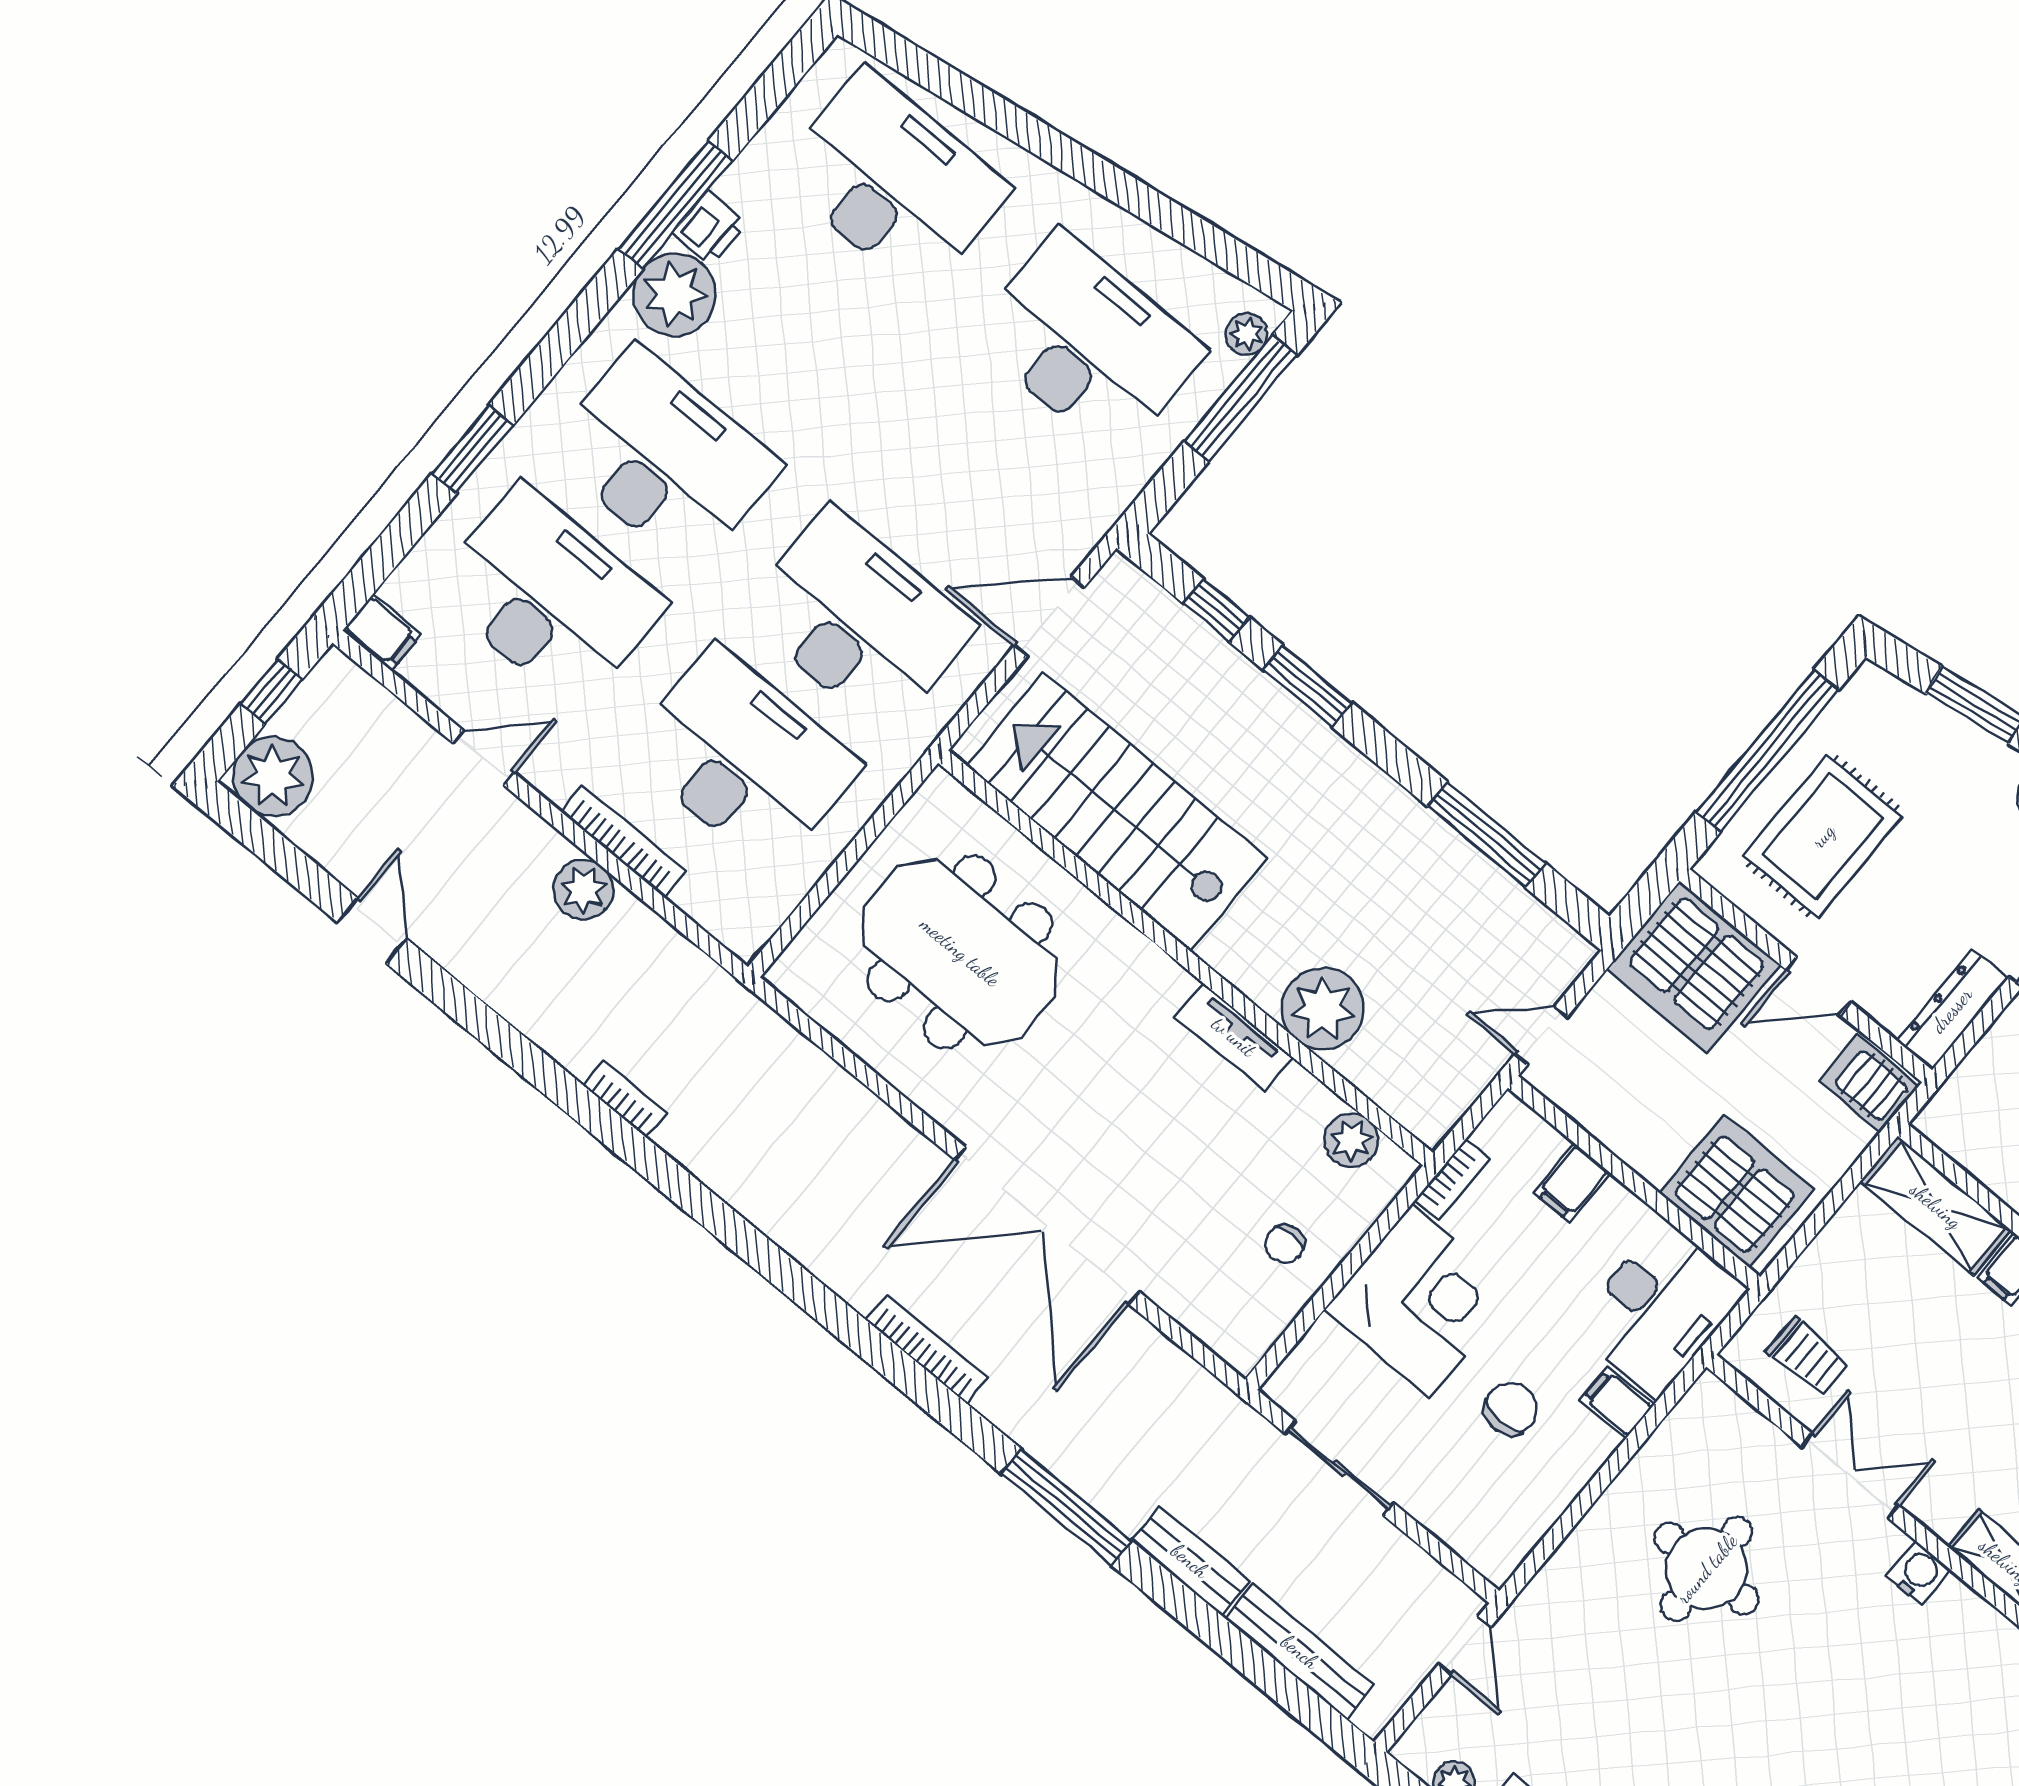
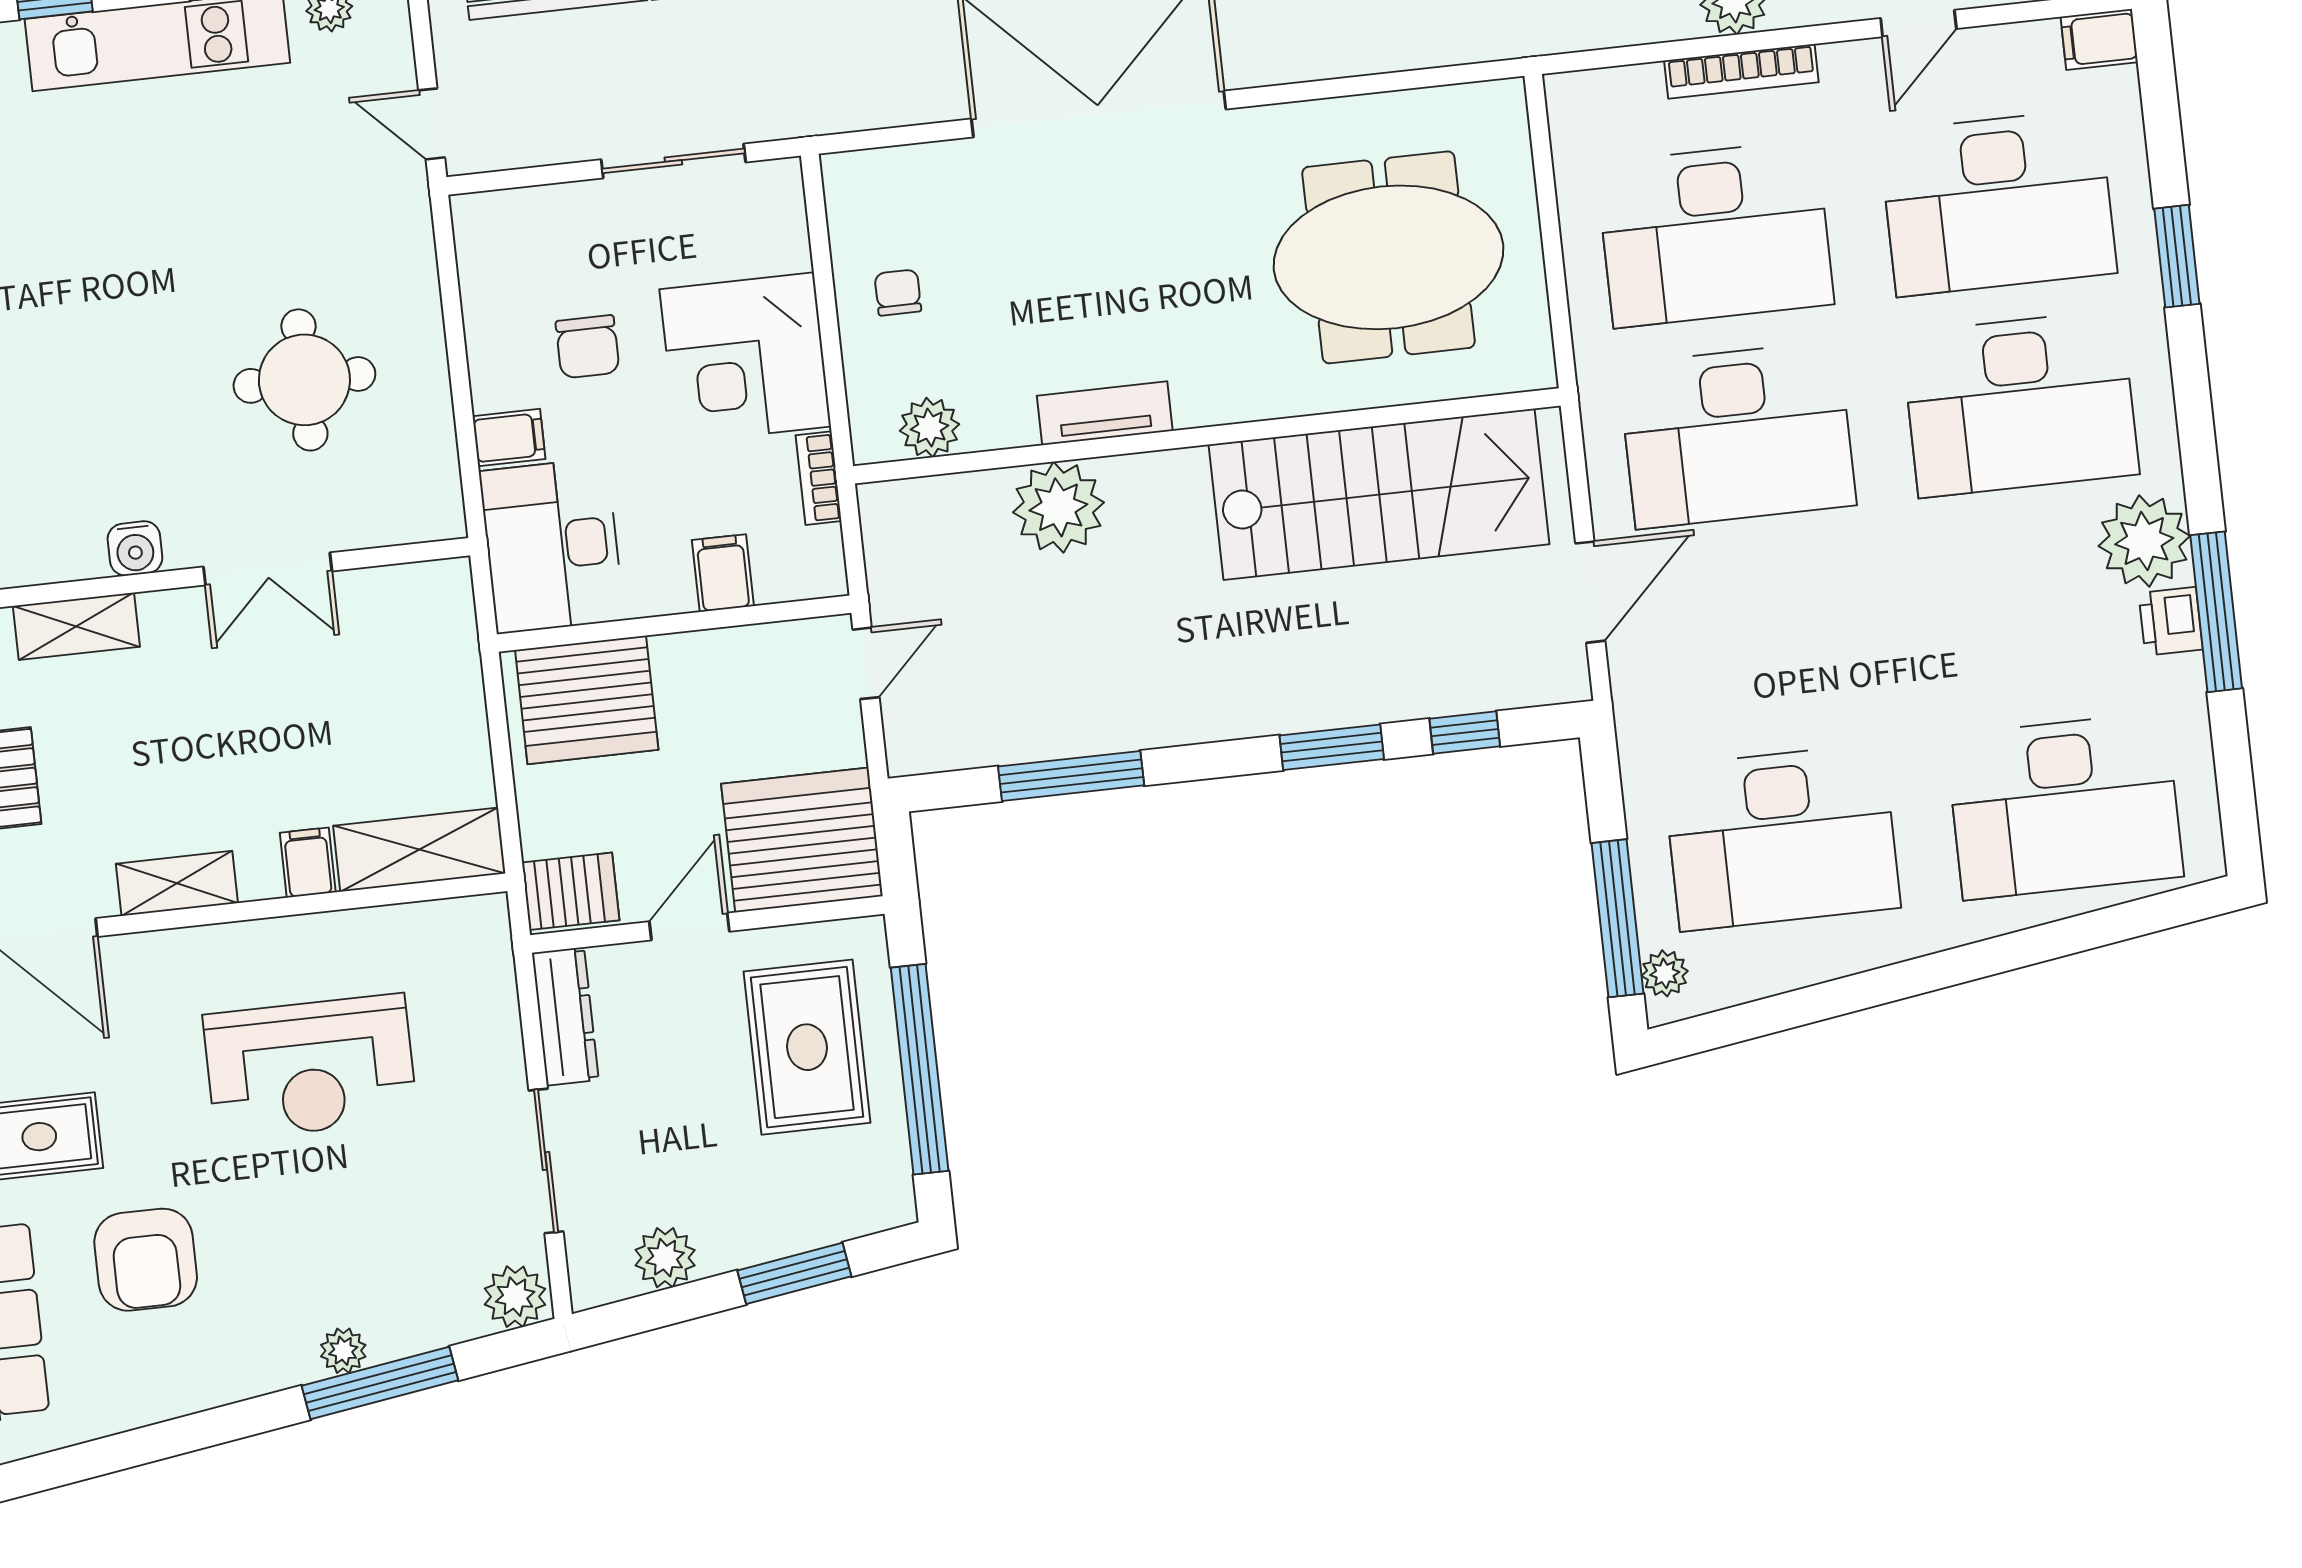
trolley: (1808, 1357) -> (397, 628), removed

